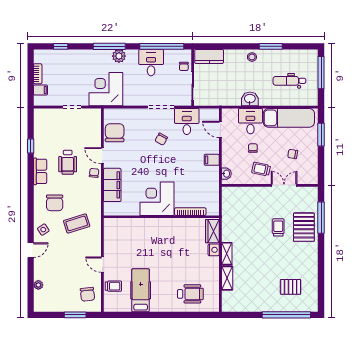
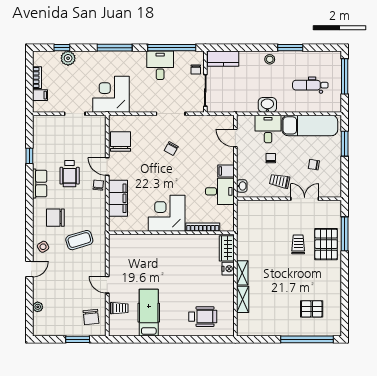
plant: (119, 56) -> (68, 58), moved
desk: (187, 121) -> (220, 191), moved, turned 90
chair: (55, 203) -> (55, 218), turned 90

